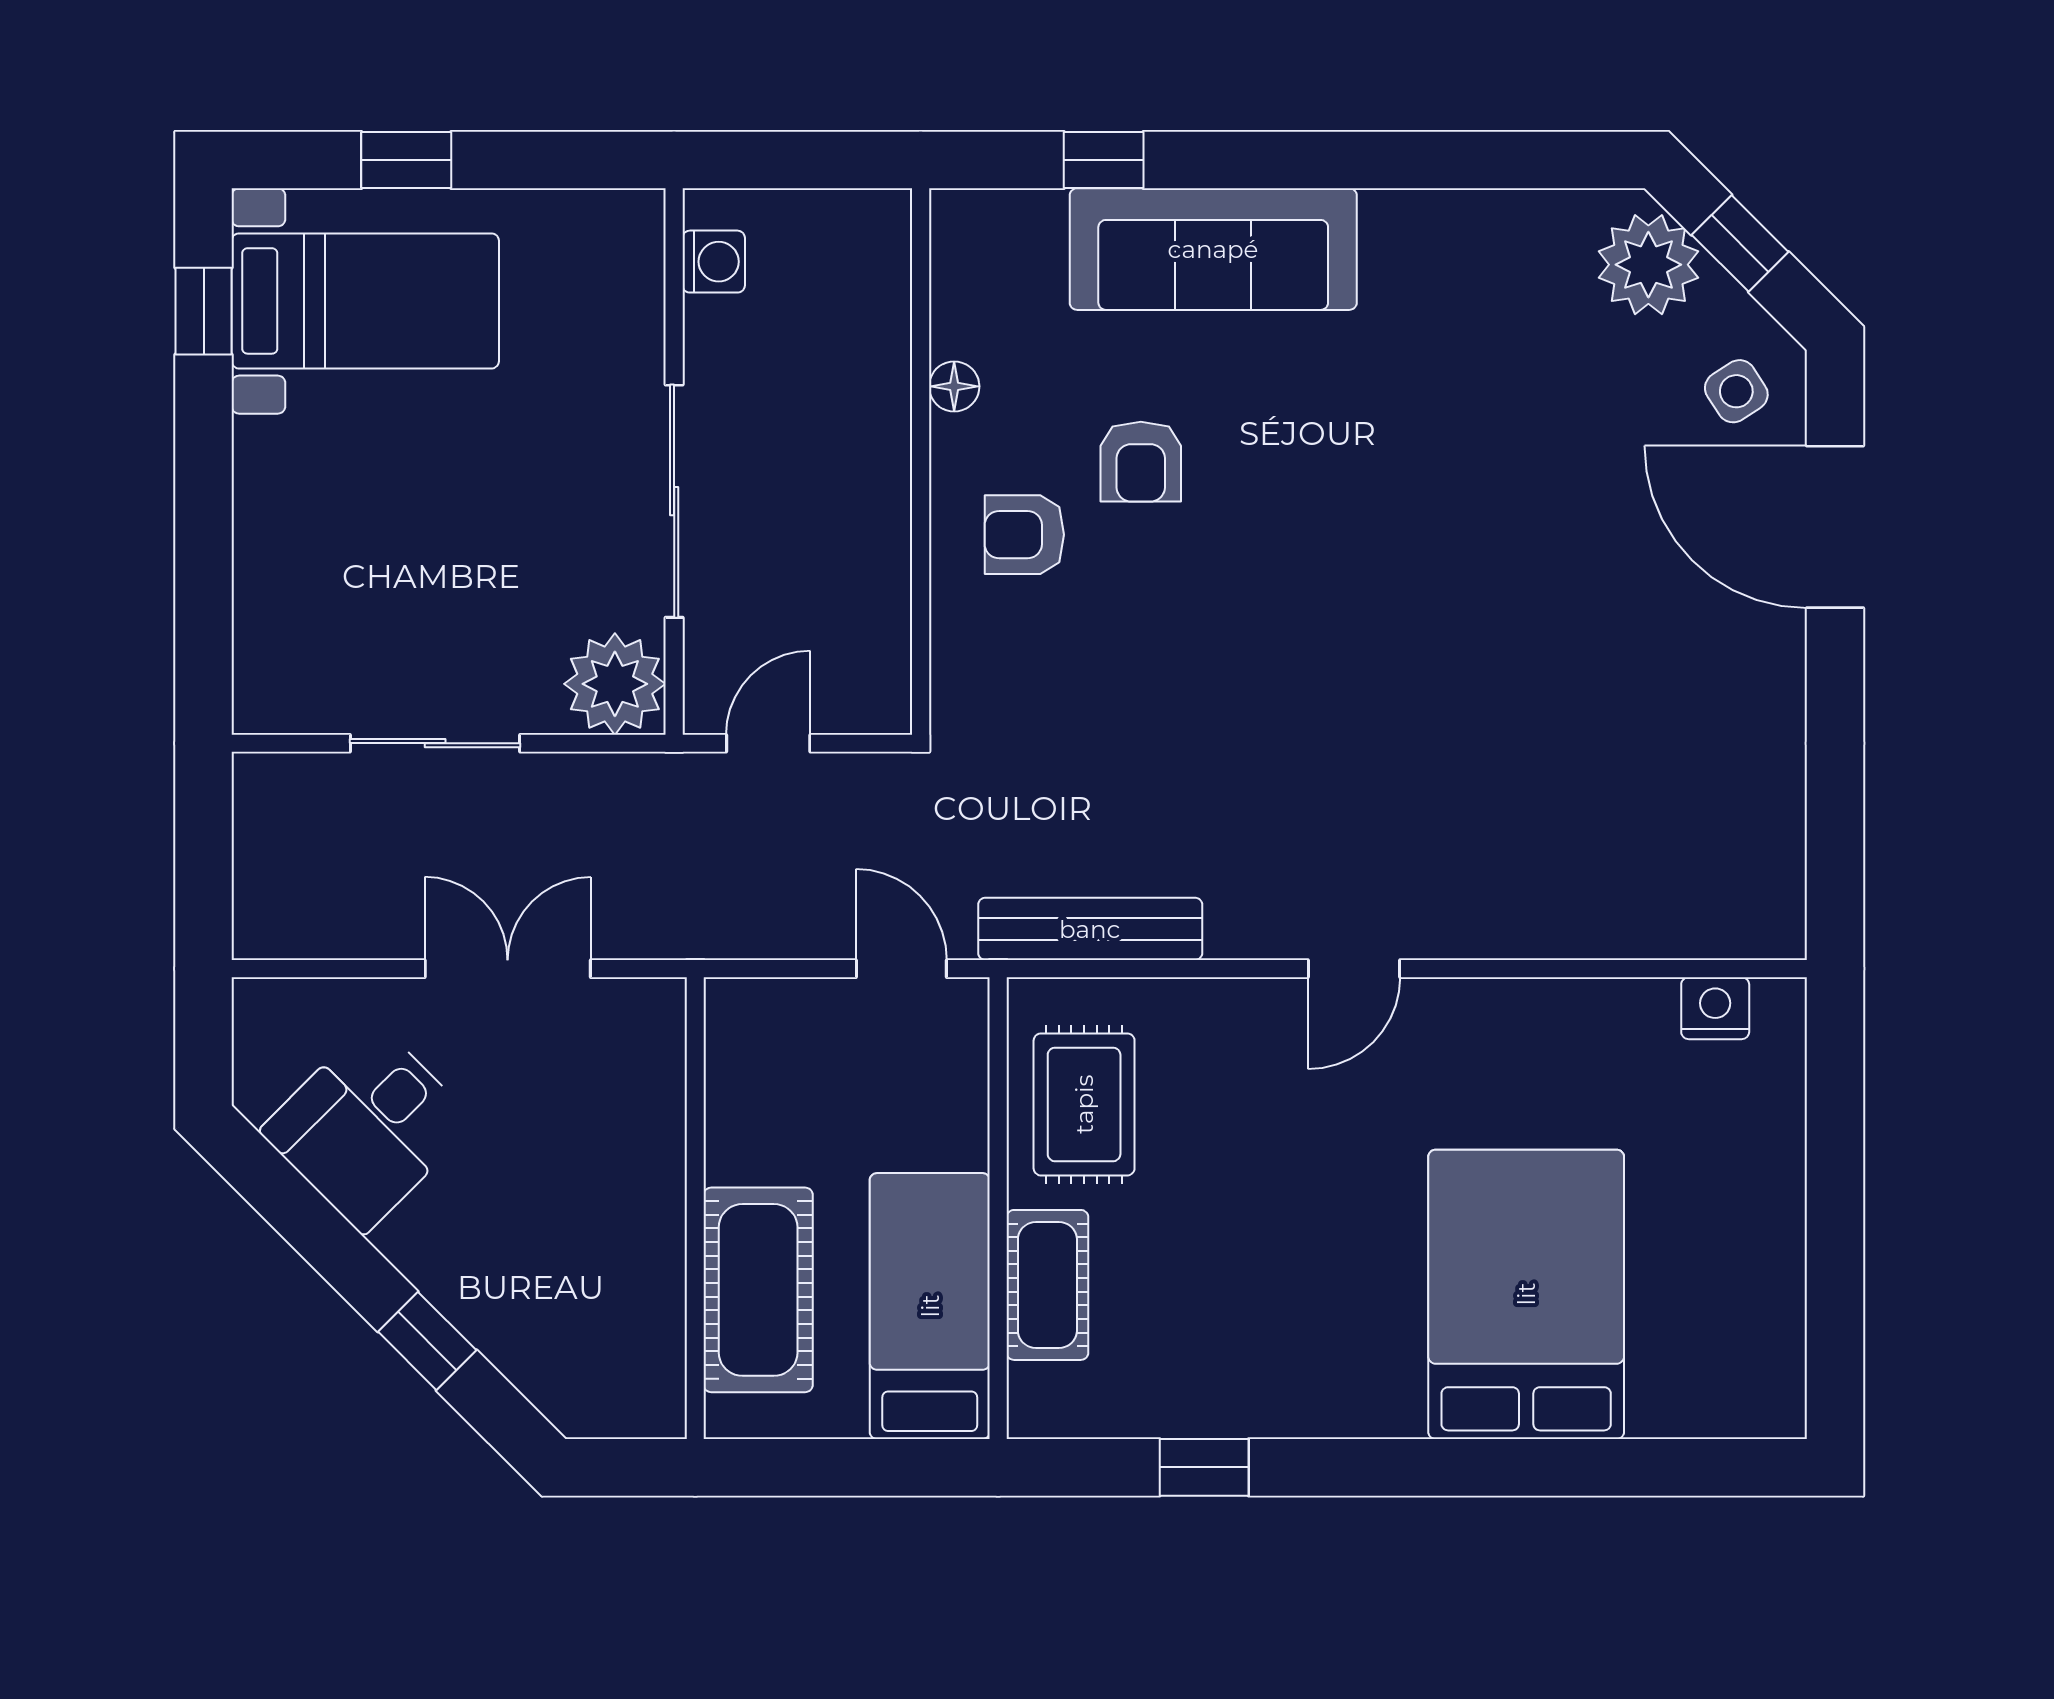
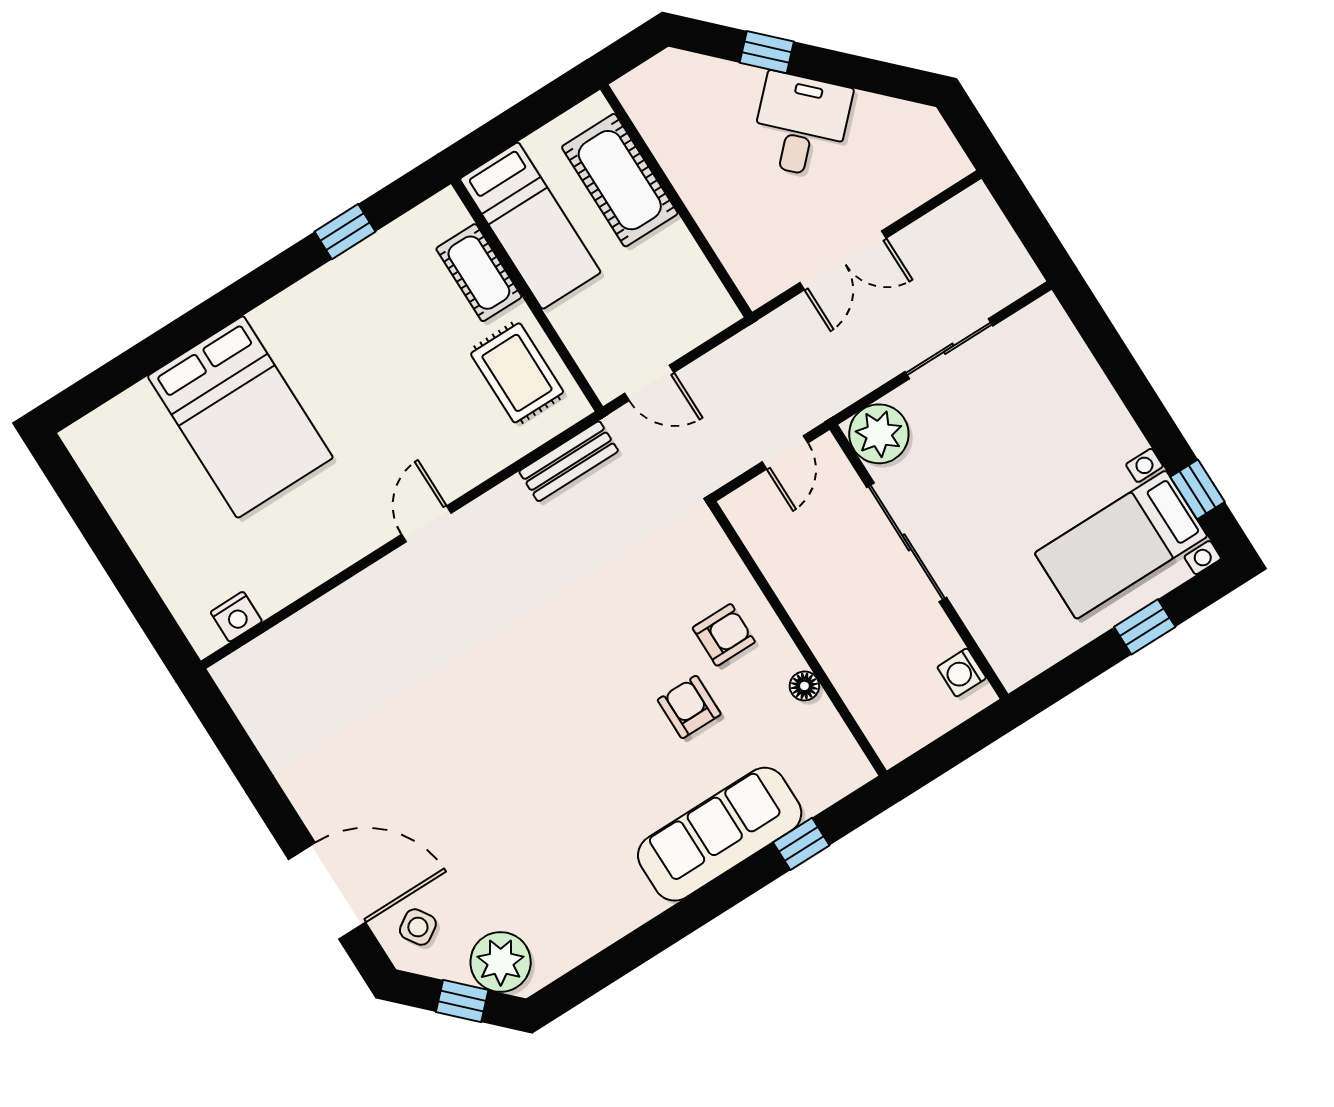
bench: (1090, 929) -> (569, 461), width x0.73
desk: (368, 1127) -> (801, 125), moved

